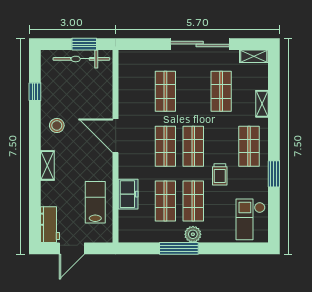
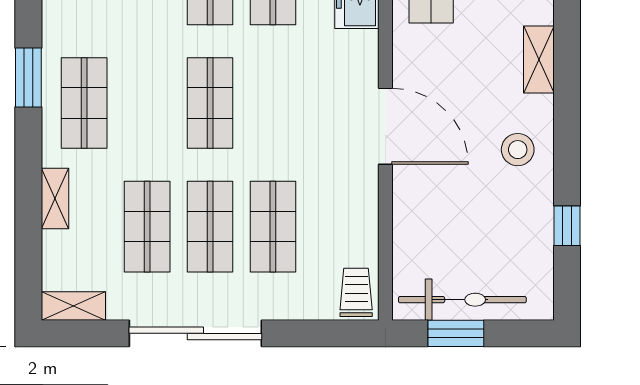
shop shelf: (165, 146) -> (210, 227), moved
trolley: (220, 174) -> (356, 292), moved
window: (274, 174) -> (28, 77), moved

